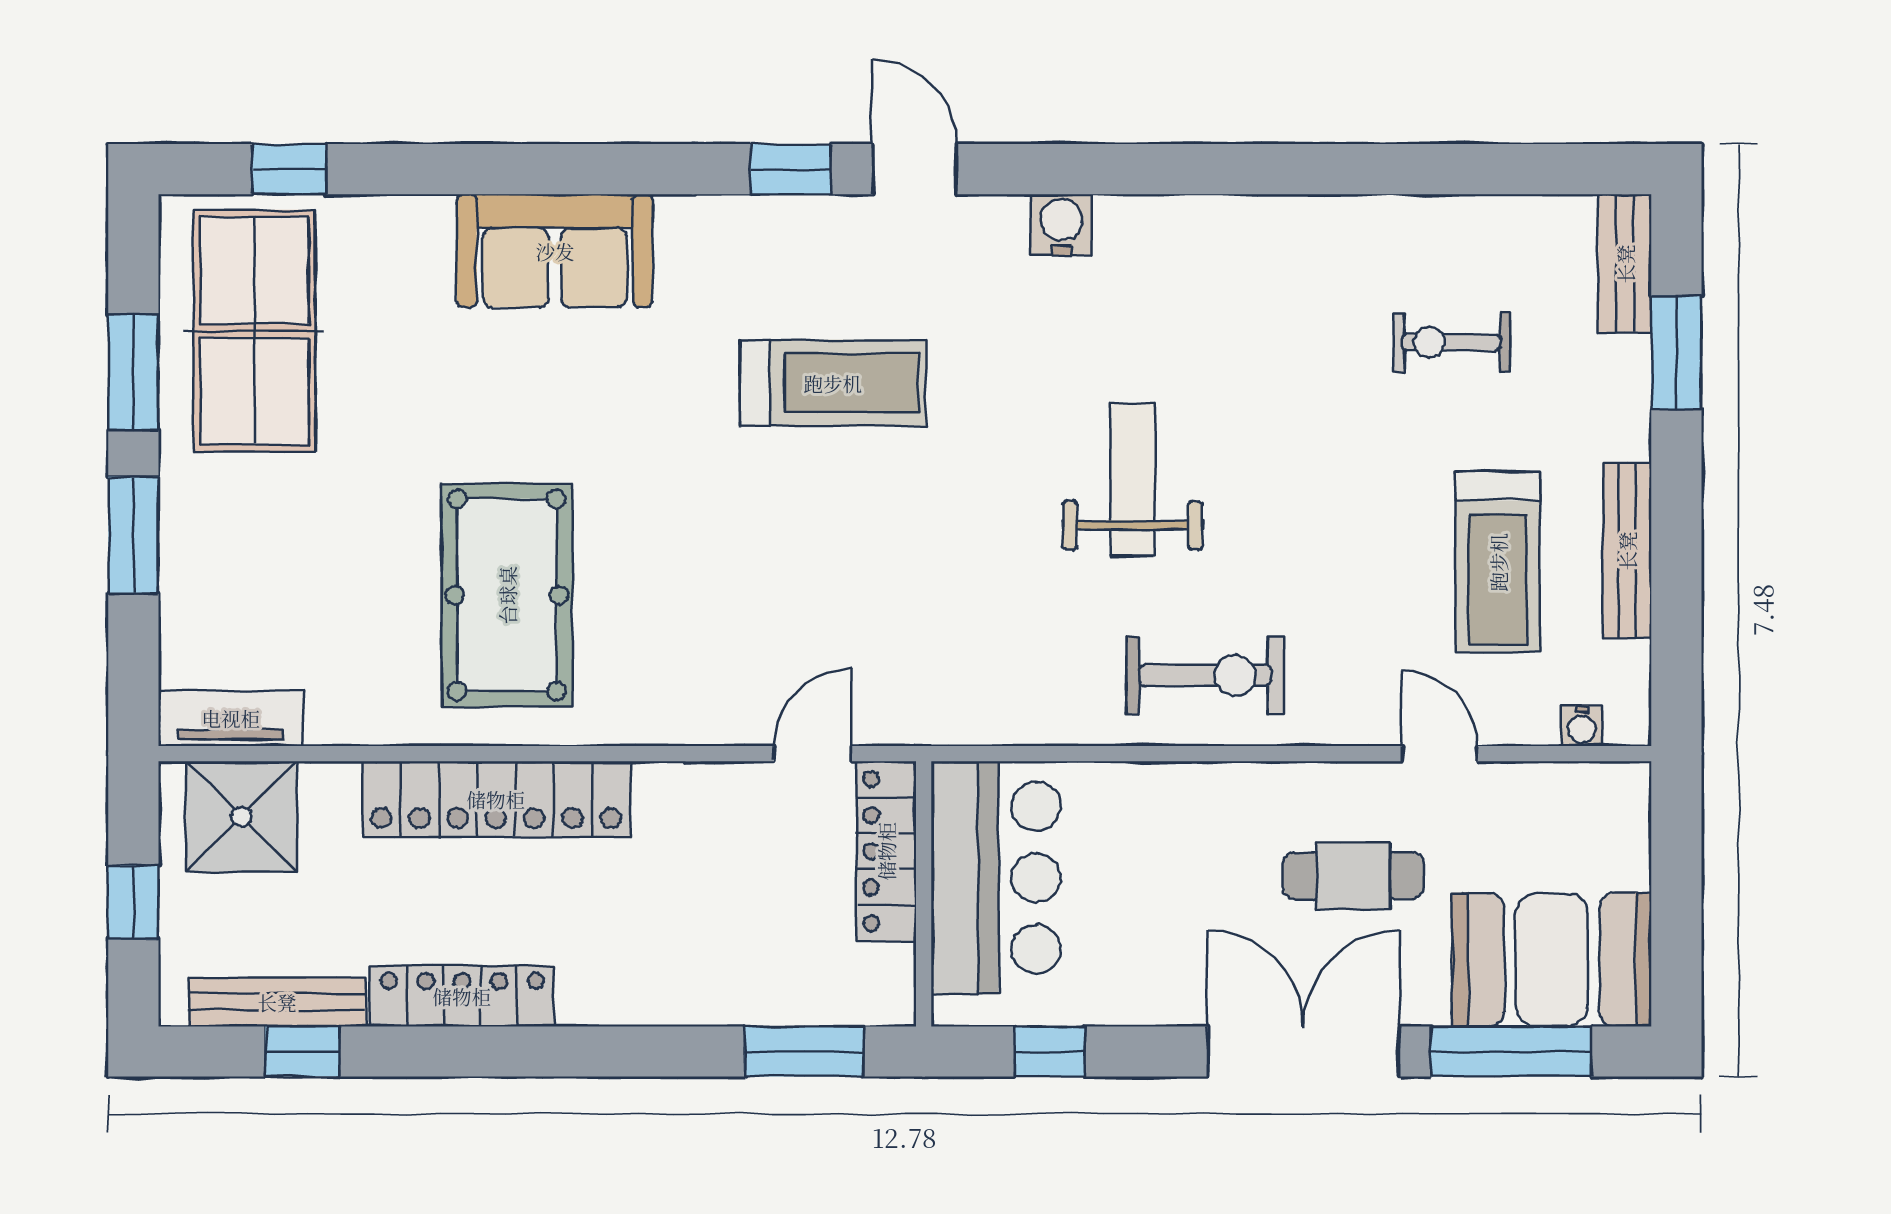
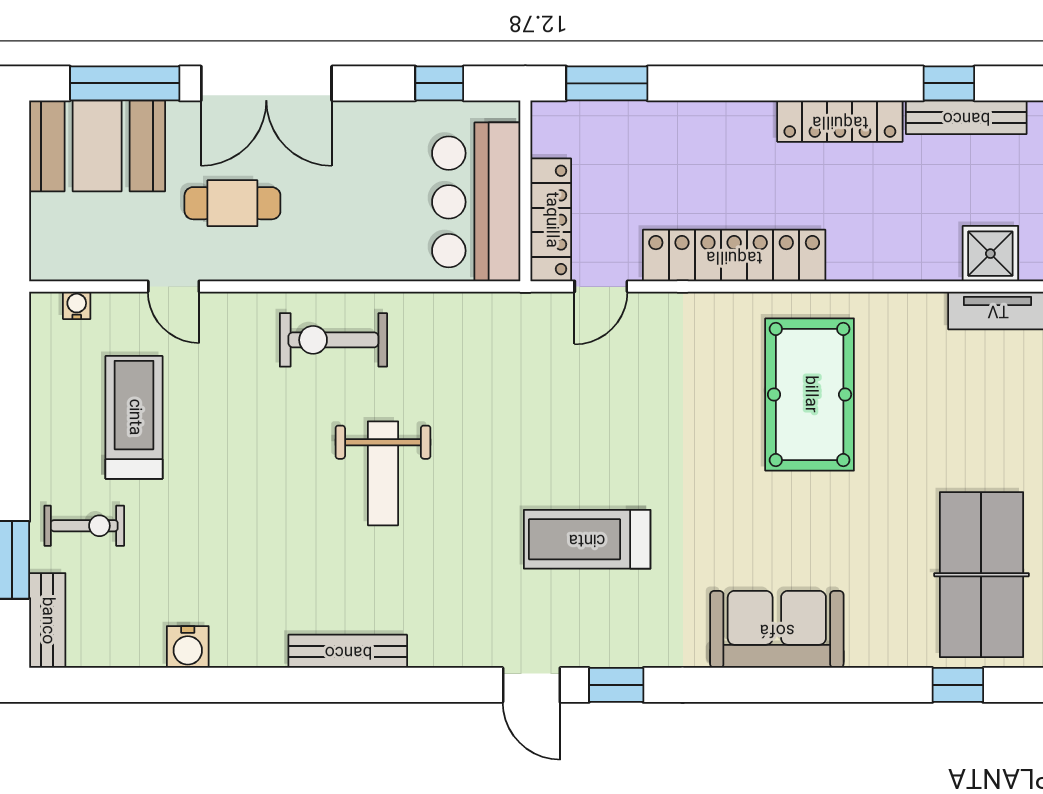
water cooler: (1062, 225) -> (188, 647), moved
exercise bike: (1451, 342) -> (84, 526), moved
bench: (1627, 551) -> (348, 651), moved, turned 90
locker: (496, 799) -> (734, 256), moved
shower: (242, 817) -> (990, 254), width x0.73, depth x0.73

